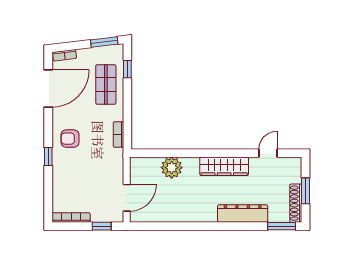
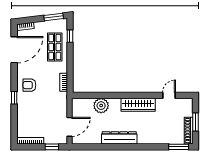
dresser: (243, 213) -> (119, 138), moved

